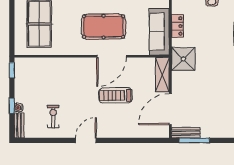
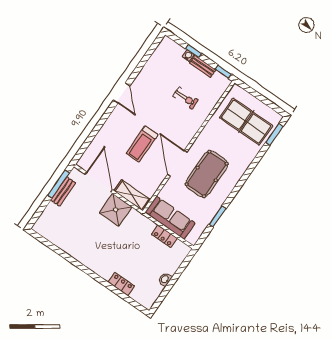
shower: (183, 59) -> (116, 210), moved
treadmill: (116, 95) -> (142, 144), turned 180
exercise bike: (53, 117) -> (186, 98), moved
bench: (19, 125) -> (203, 66), moved
bench: (186, 133) -> (63, 191), moved

